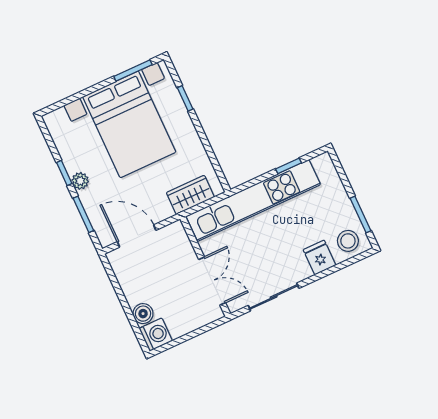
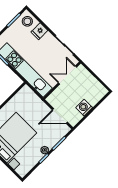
wardrobe: (190, 195) -> (33, 99), removed
door: (137, 236) -> (60, 116), hinge flipped
boiler: (143, 314) -> (93, 100), removed
washing machine: (156, 335) -> (84, 108), moved

